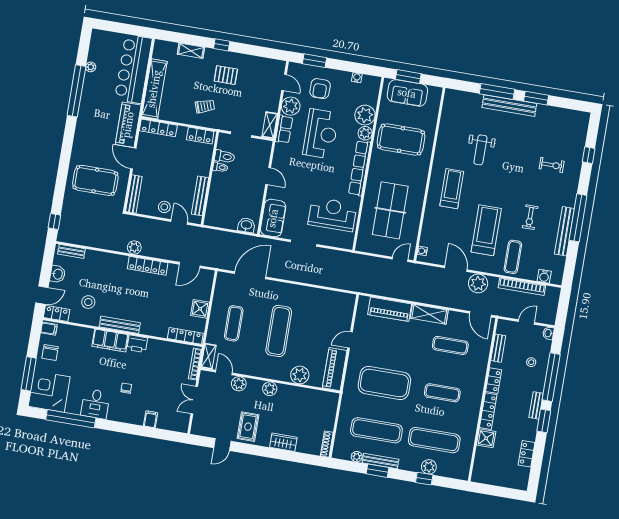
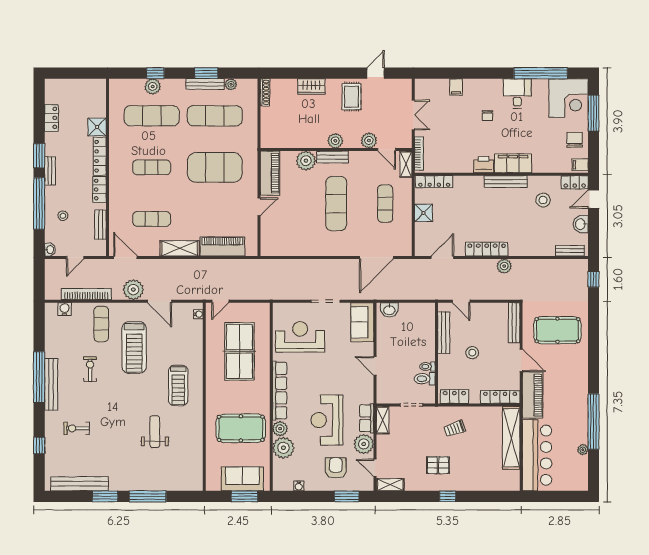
shelving: (191, 51) -> (390, 485), moved
bench: (509, 106) -> (80, 484), moved
stool: (164, 207) -> (472, 353), moved
reception desk: (332, 214) -> (300, 337), turned 180
bench: (564, 231) -> (51, 384), moved
bench: (275, 374) -> (332, 157), added

